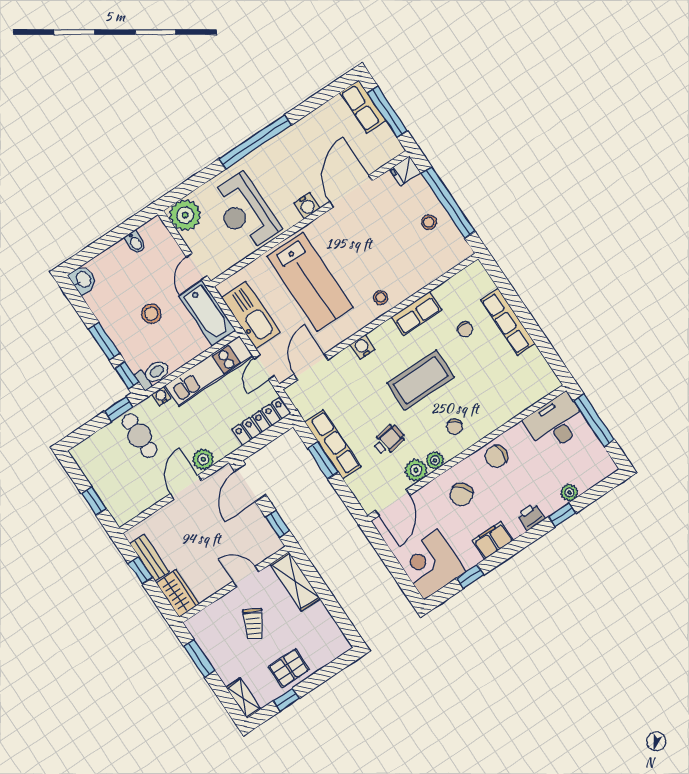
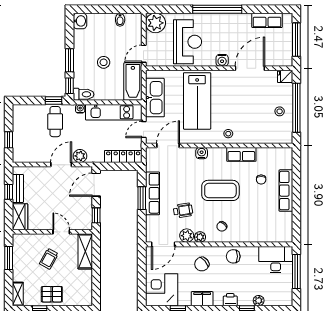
row of seats: (363, 107) -> (267, 20), moved, turned -90
reception desk: (245, 212) -> (187, 42), turned 180

